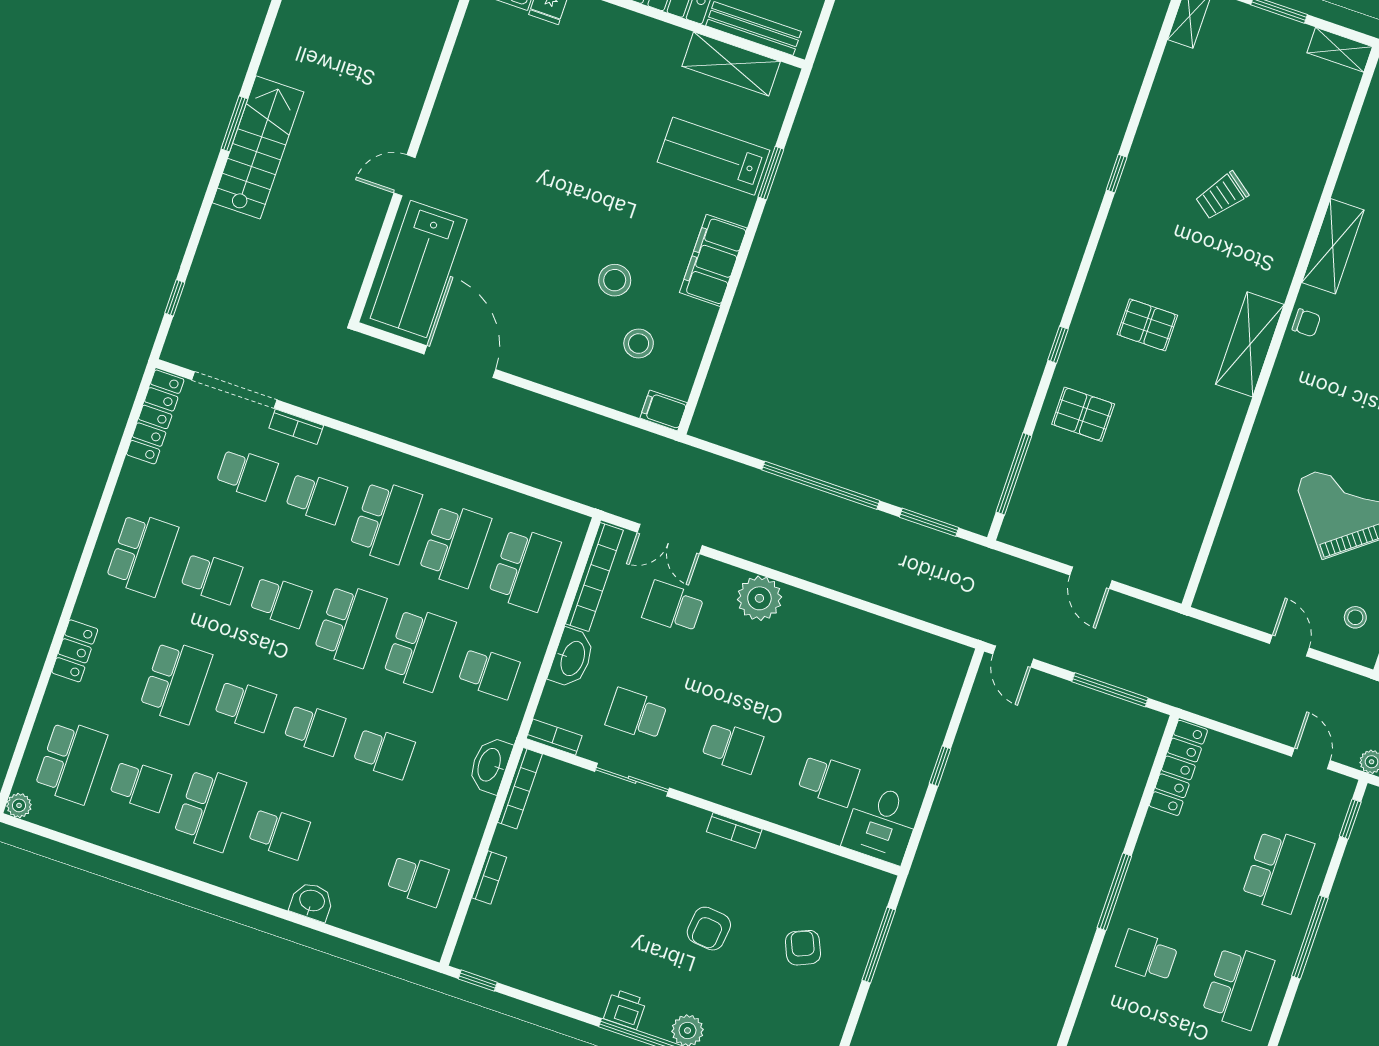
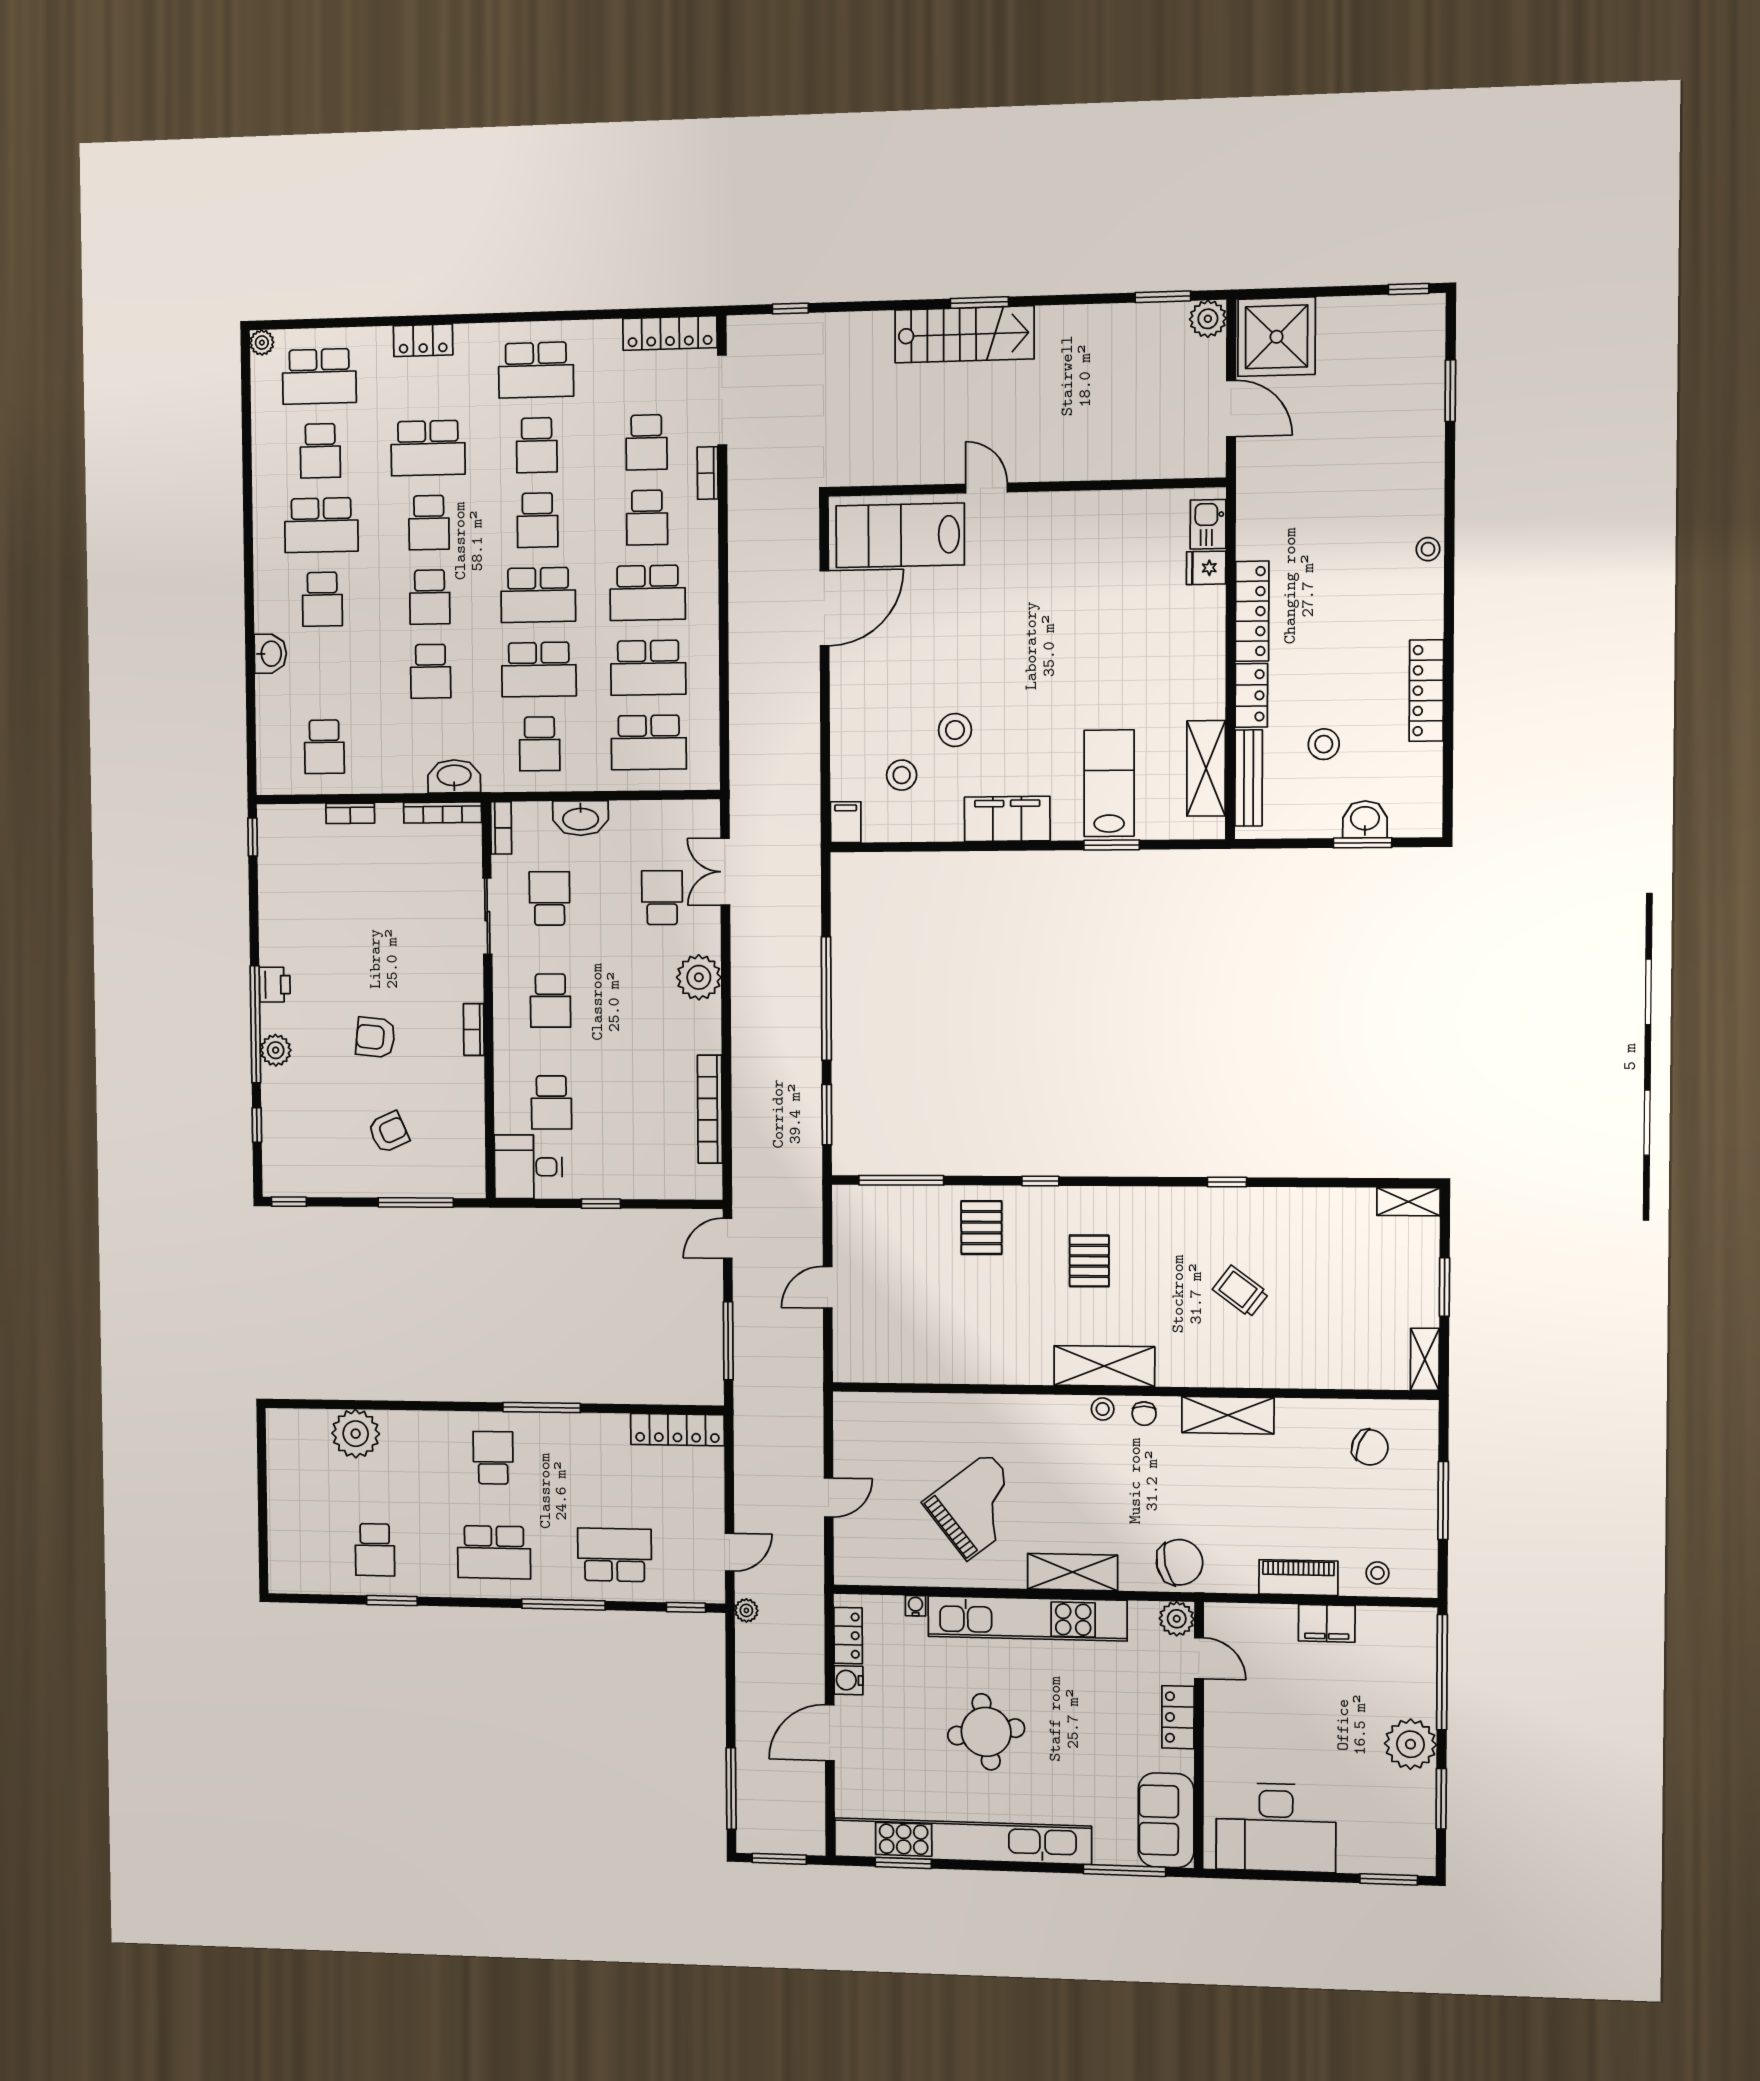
bookcase: (594, 577) -> (710, 1109), moved, turned 90
stool: (1355, 617) -> (1103, 1409), moved
school desk: (1278, 871) -> (615, 1555), turned 180

